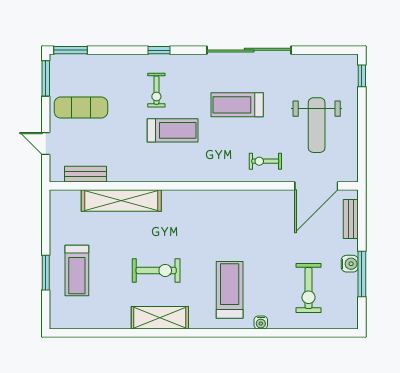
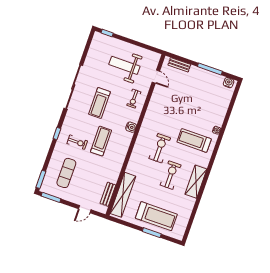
exercise mat: (81, 107) -> (66, 173), moved
weight bench: (317, 125) -> (124, 65), turned 180
water cooler: (215, 174) -> (131, 127), added
door: (316, 186) -> (156, 77), width x0.53
shelving: (121, 200) -> (123, 195), moved
water cooler: (350, 264) -> (229, 83), moved
treadmill: (77, 271) -> (156, 216), width x1.37, depth x1.38
exercise bike: (308, 288) -> (160, 148), moved, turned -90

